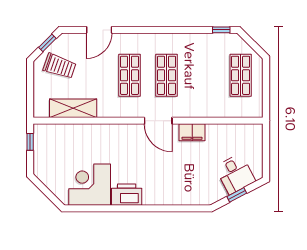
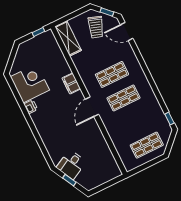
door: (99, 30) -> (127, 32), moved
shelving: (73, 108) -> (68, 38), moved
filing cabinet: (192, 132) -> (71, 83), moved
desk: (235, 174) -> (71, 165), moved
printer: (127, 195) -> (31, 107), width x0.53, depth x0.68

